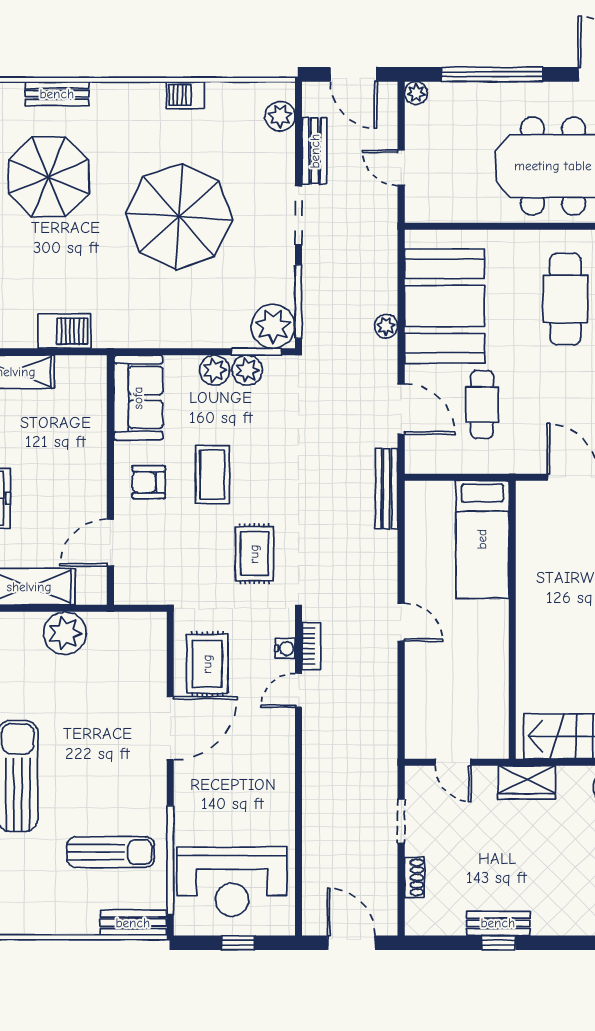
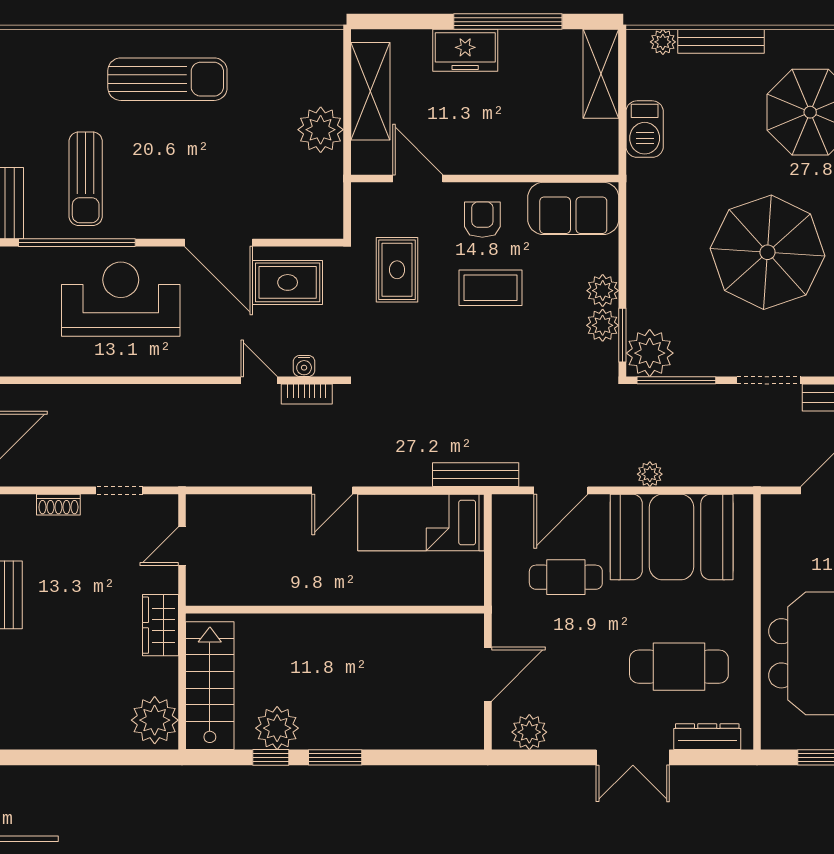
bed: (482, 539) -> (421, 522), moved
rug: (254, 554) -> (397, 270), moved, turned 90
reception desk: (232, 882) -> (121, 299), moved, turned 90

